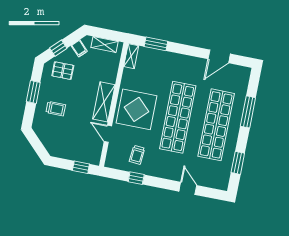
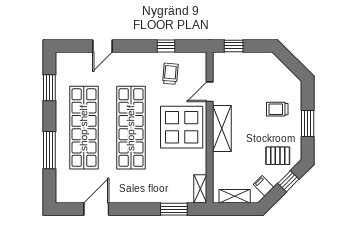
door: (108, 134) -> (210, 92), swing flipped
door: (188, 188) -> (103, 46), hinge flipped

